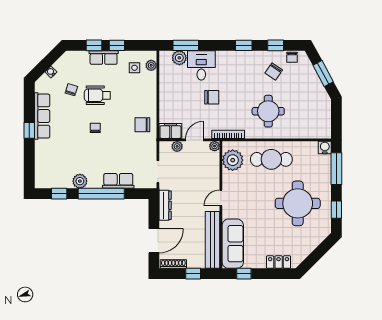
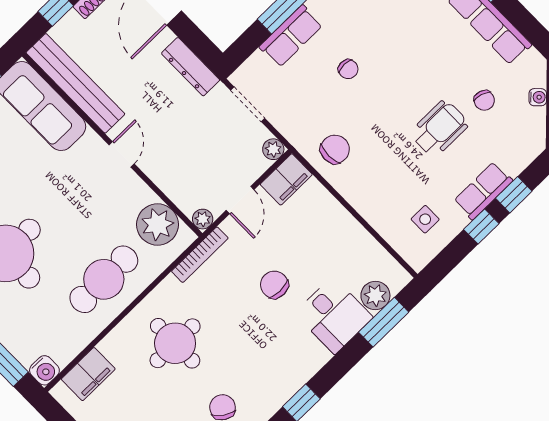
plant: (151, 65) -> (405, 246), removed
chair: (212, 97) -> (274, 285), turned 90
chair: (95, 128) -> (348, 69), moved
filing cabinet: (310, 131) -> (88, 374), added
plant: (177, 146) -> (273, 149), moved

